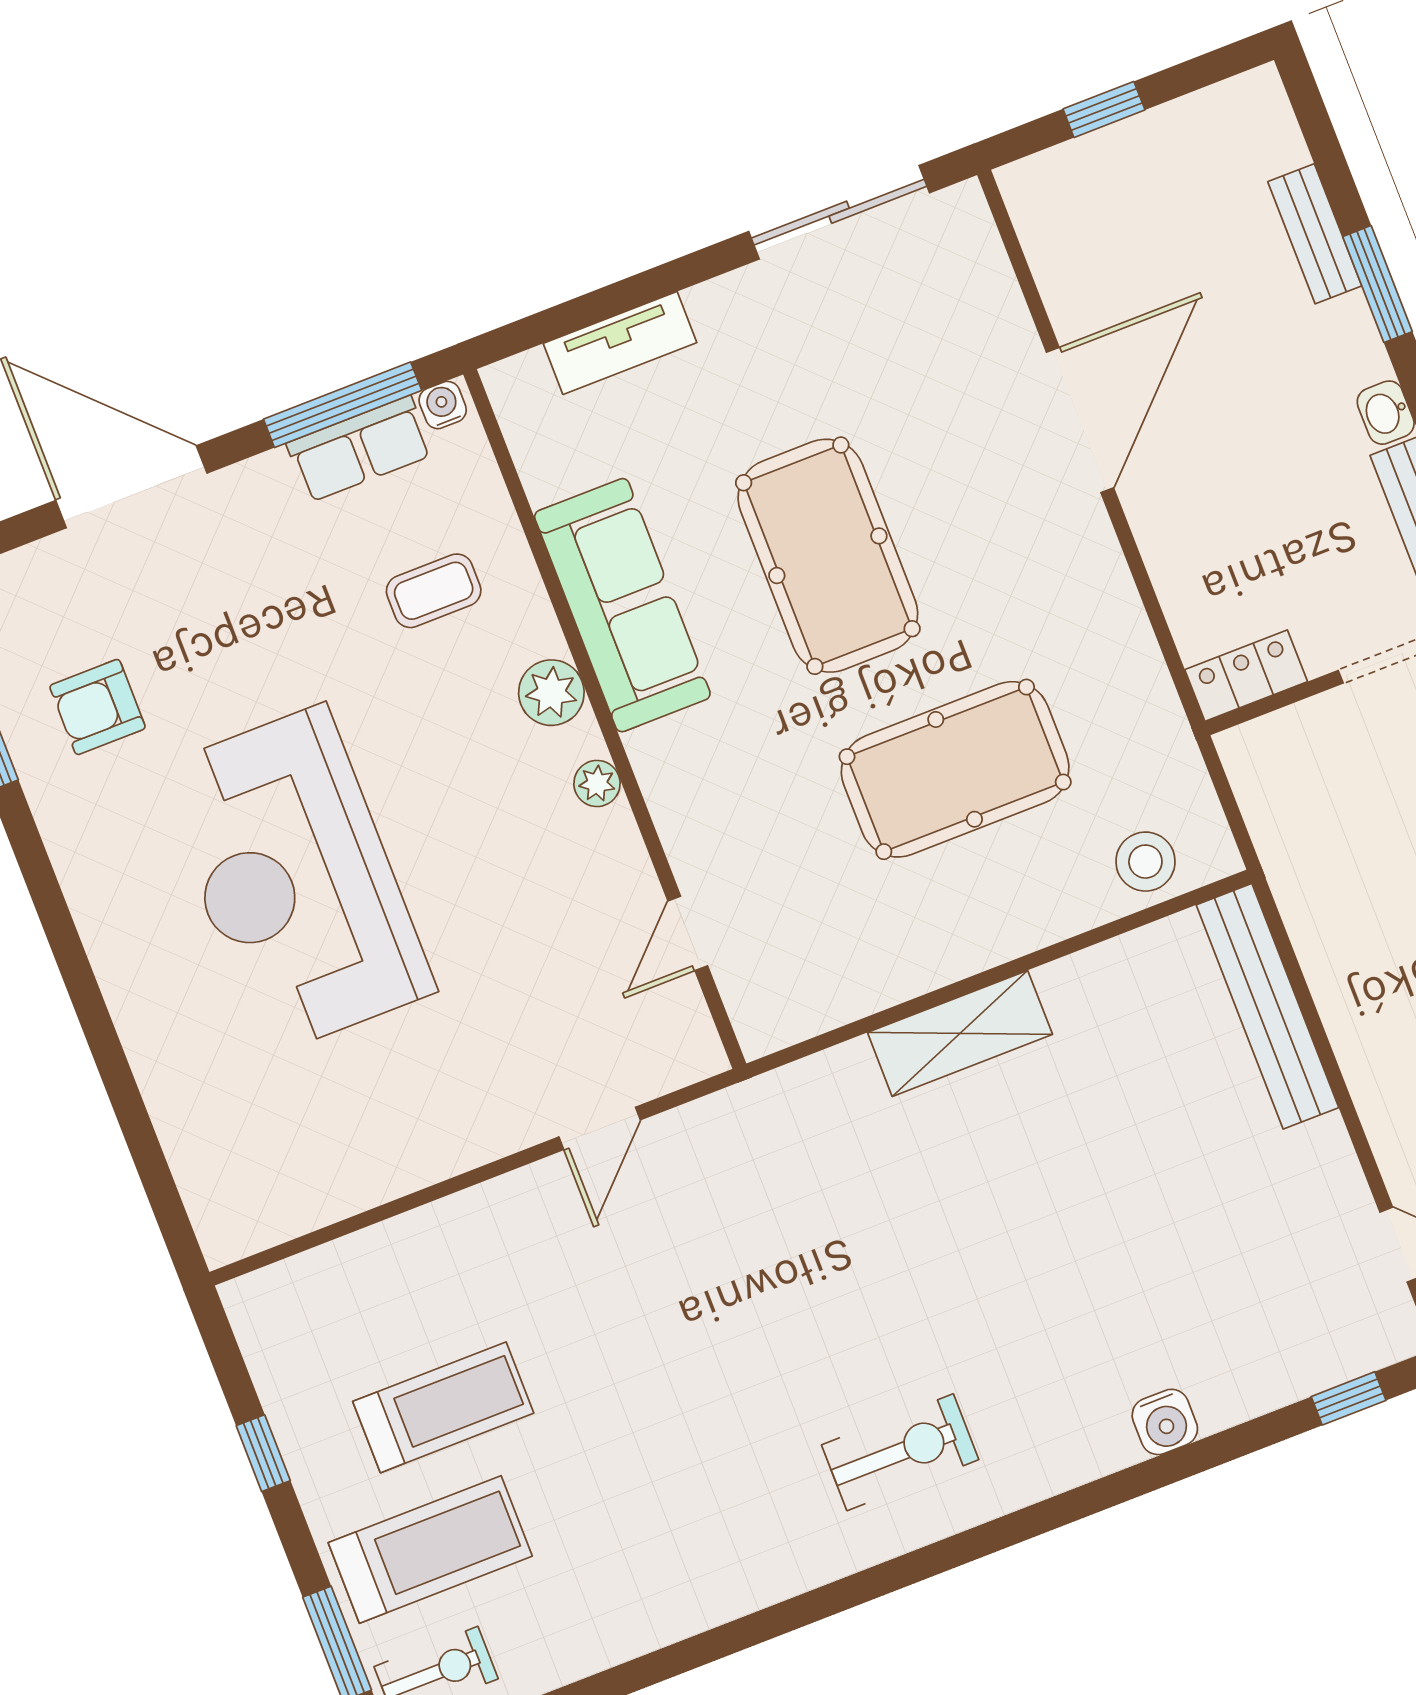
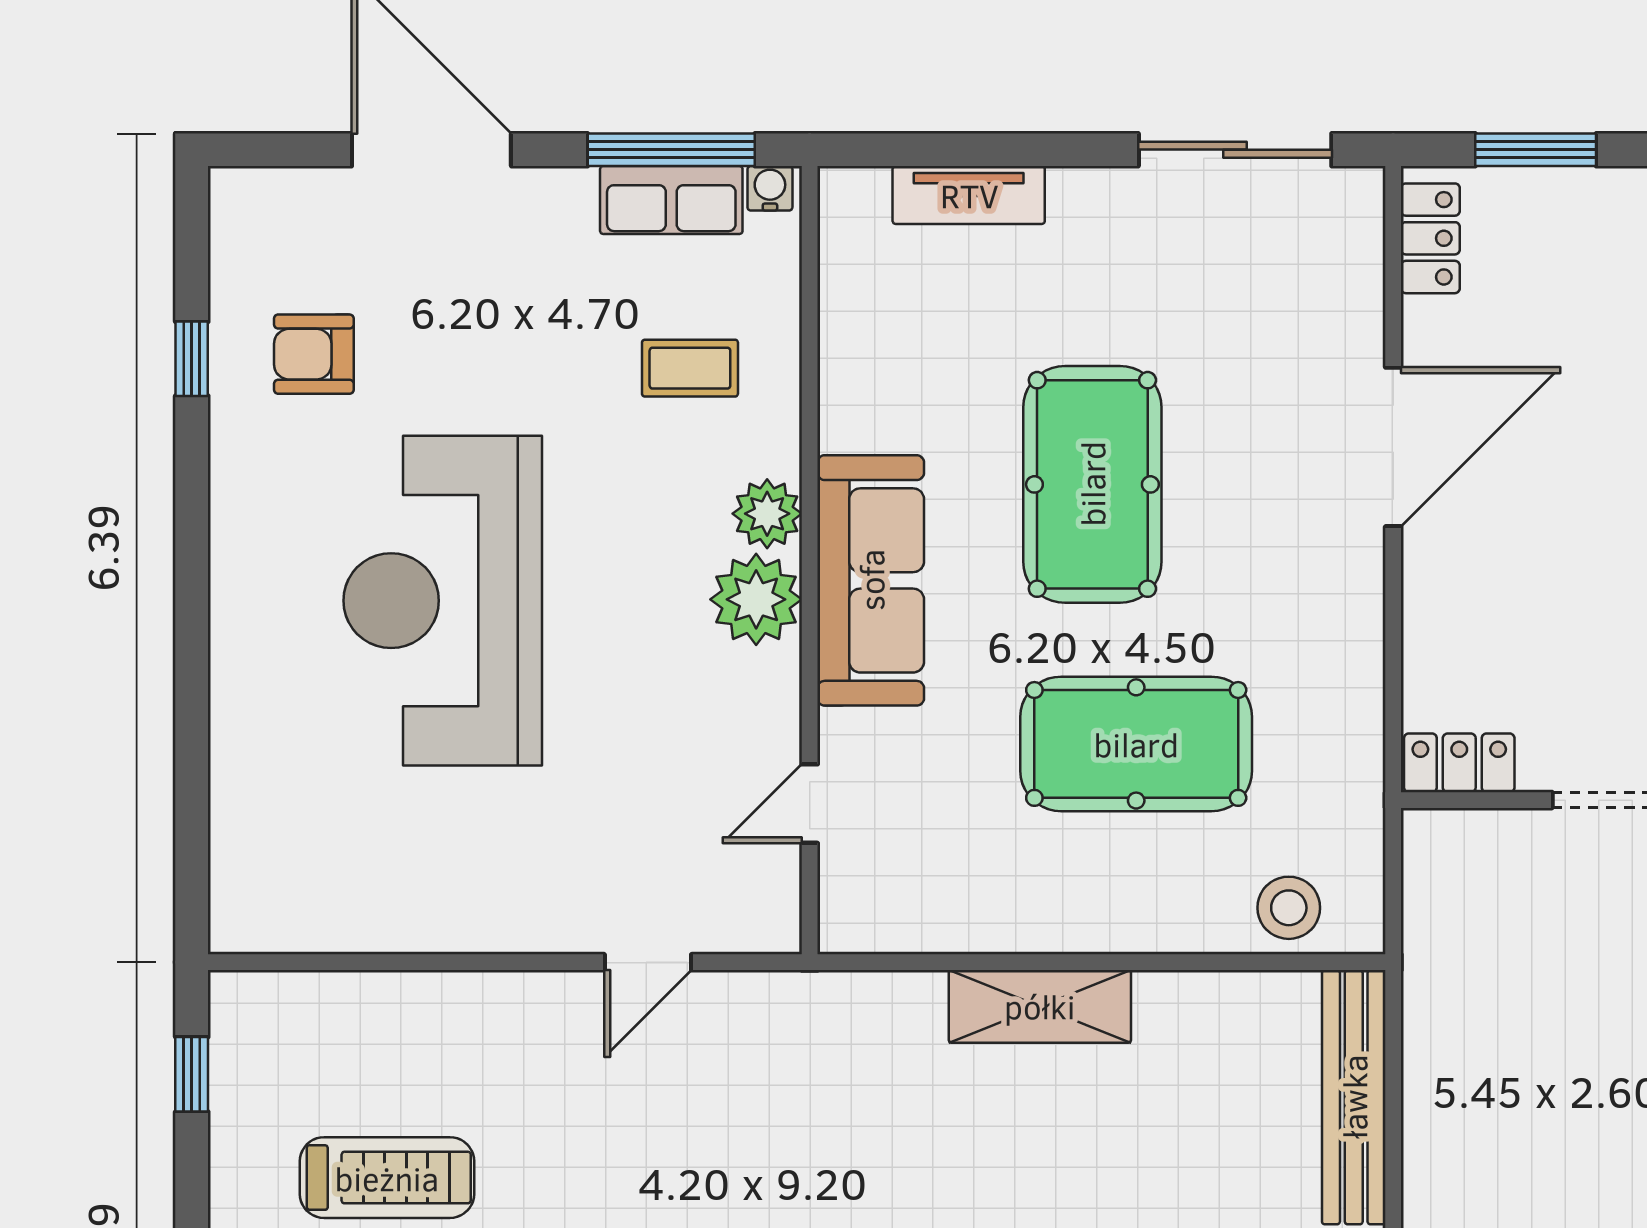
window: (1104, 109) -> (1536, 150), width x1.50
locker: (1041, 223) -> (1430, 238), added
sofa: (622, 605) -> (871, 580), moved
plant: (597, 783) -> (756, 599), width x1.88, depth x1.88
window: (263, 1453) -> (192, 1074), moved

